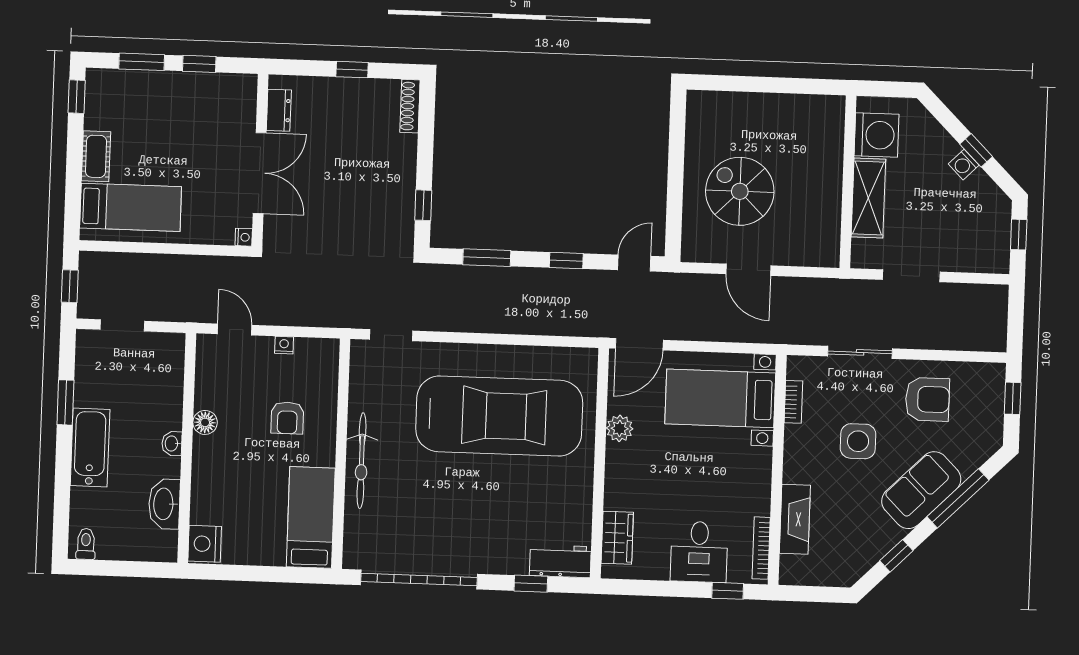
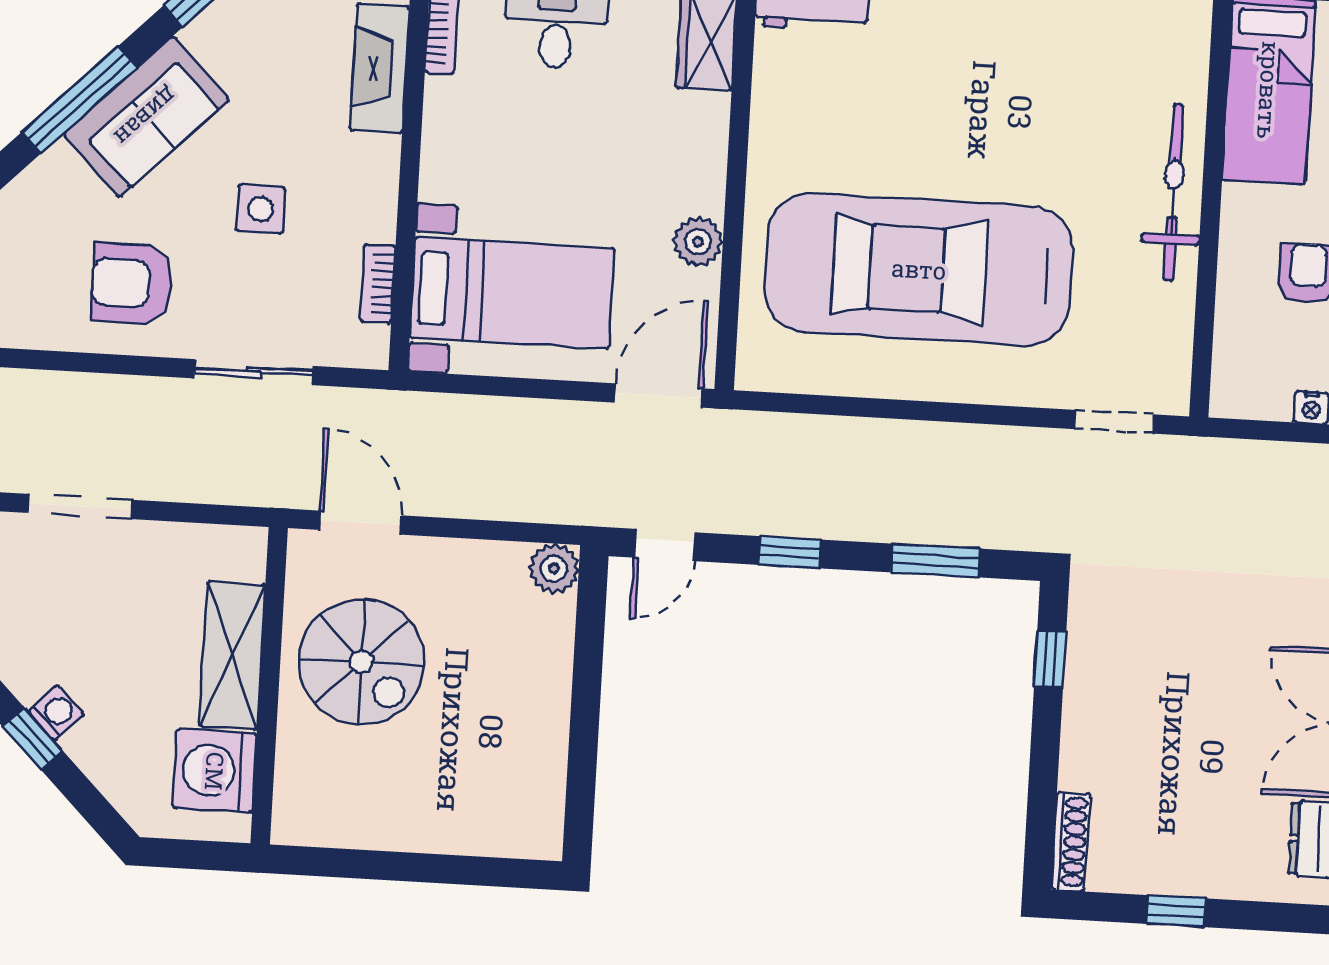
spiral stairs: (740, 191) -> (361, 662), moved
plant: (694, 249) -> (554, 568), added
door: (748, 270) -> (360, 523), moved
doorway: (911, 276) -> (80, 506), moved
side table: (858, 441) -> (261, 209), width x0.73, depth x0.73

